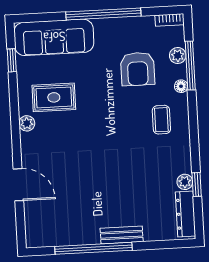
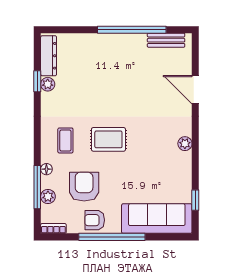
armchair: (124, 32) -> (95, 220), added
rug: (54, 97) -> (108, 139), moved
bench: (122, 235) -> (166, 40), moved

